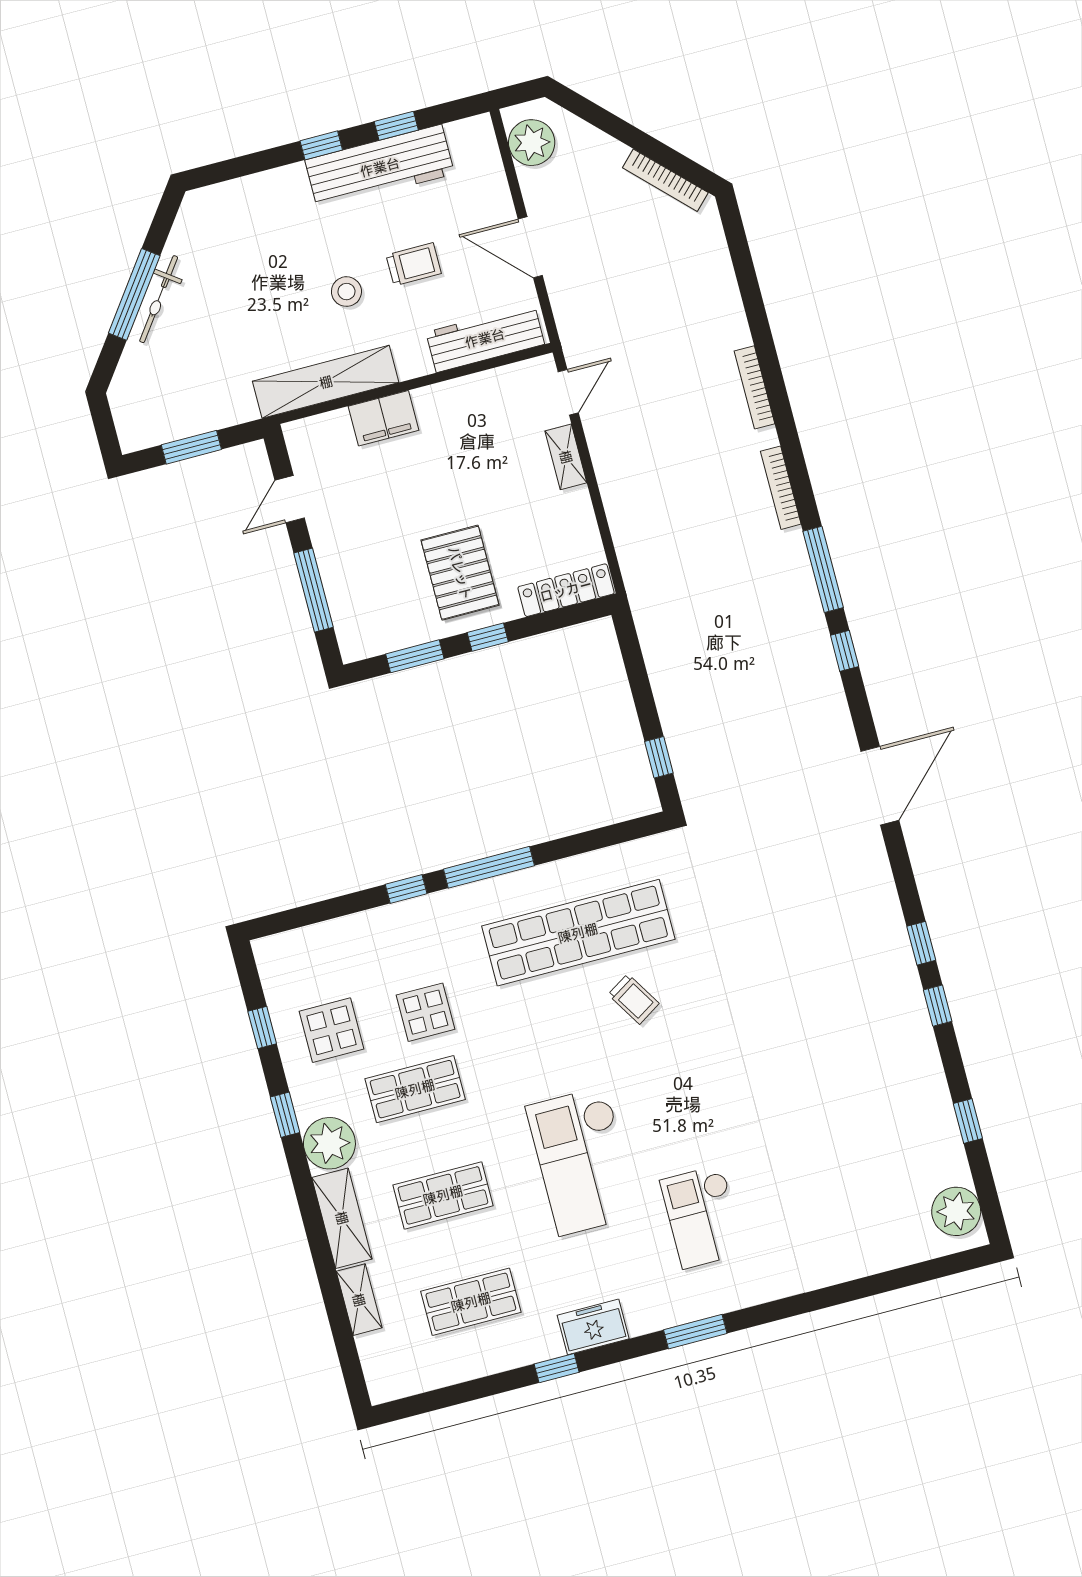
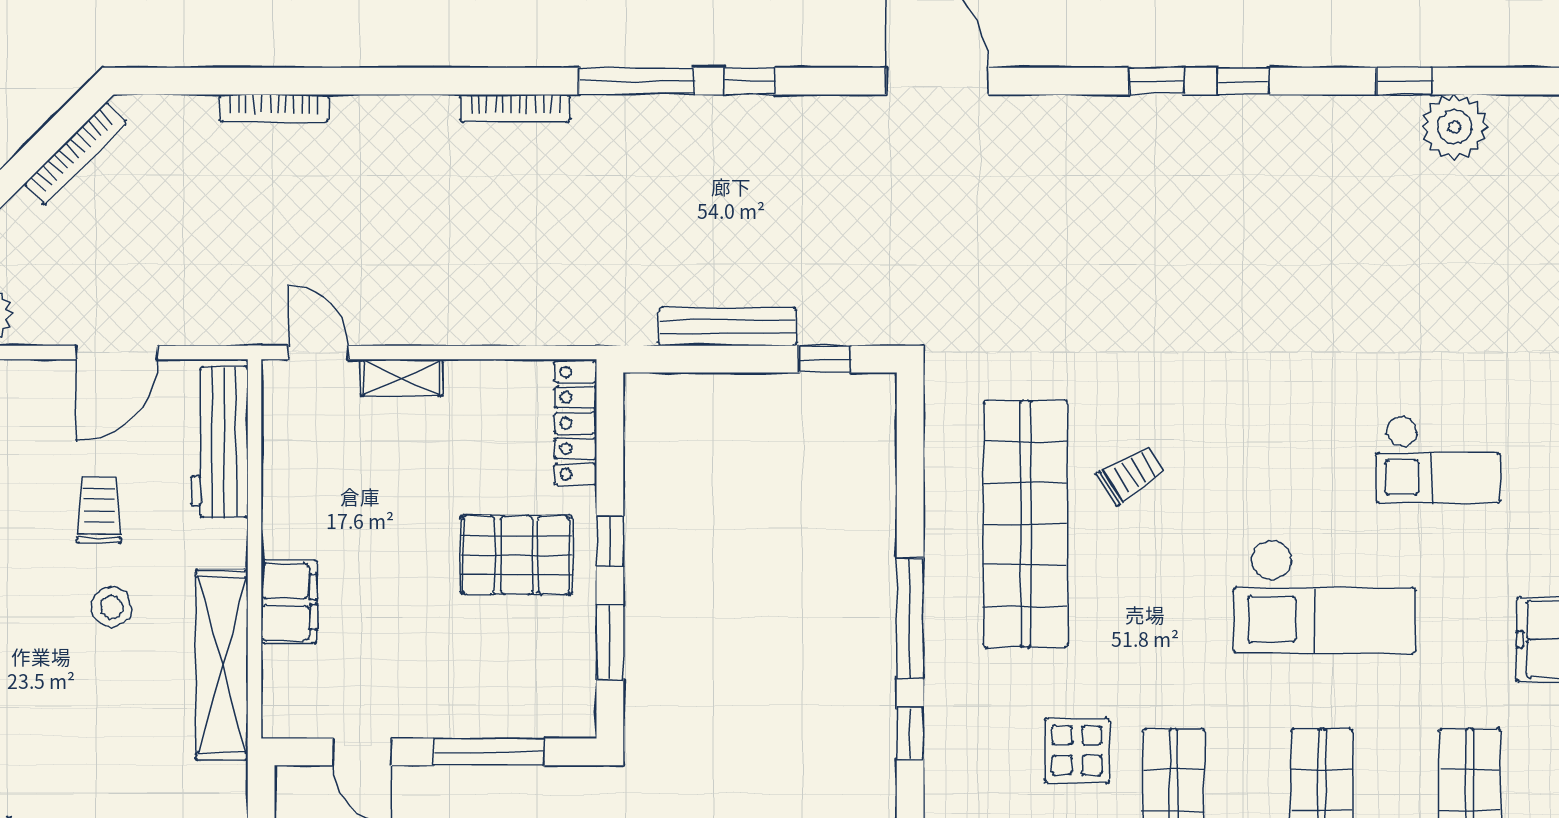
bookcase: (755, 387) -> (274, 108), moved
bench: (664, 681) -> (728, 327), added
plant: (956, 1211) -> (1454, 127), moved

